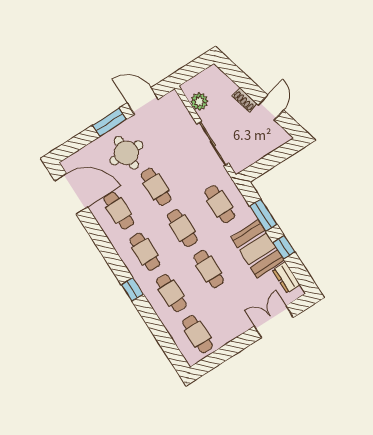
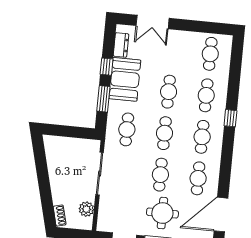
shoe rack: (245, 100) -> (60, 216), moved
door: (271, 108) -> (42, 167), removed
door: (71, 194) -> (221, 215), hinge flipped

